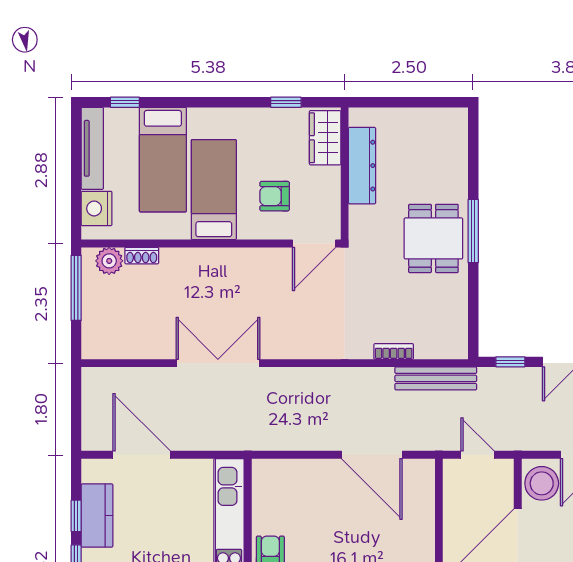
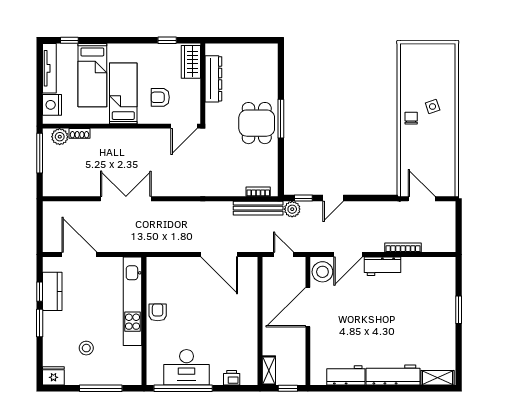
bookcase: (394, 351) -> (258, 192), moved
plant: (492, 380) -> (292, 209), added

